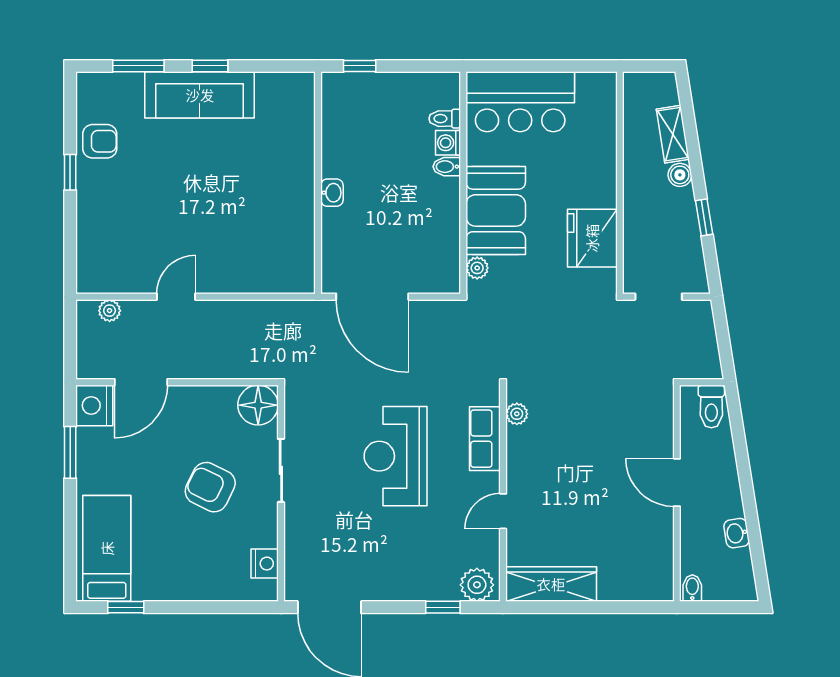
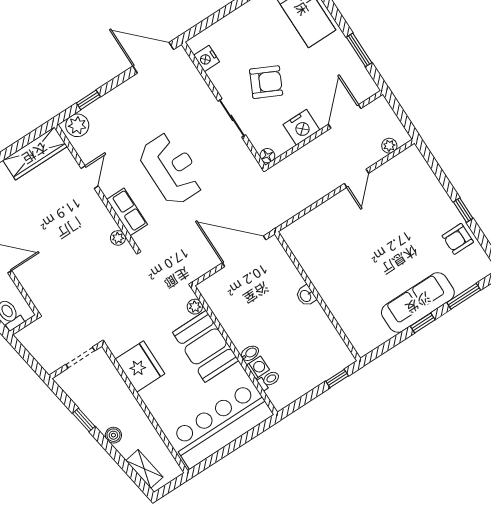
bar counter: (520, 102) -> (221, 425), width x1.36
shelving: (673, 134) -> (144, 469), moved
nightstand: (94, 405) -> (301, 127), moved, turned 90
floor lamp: (258, 405) -> (267, 156), width x0.53, depth x0.53

